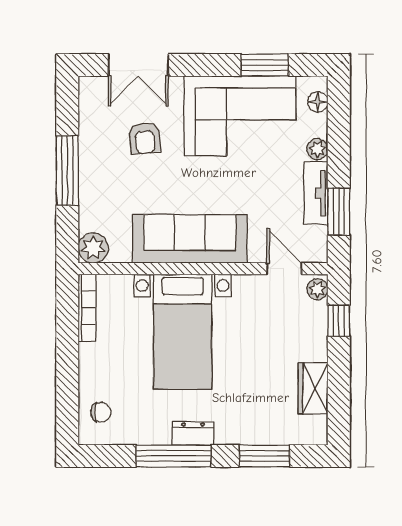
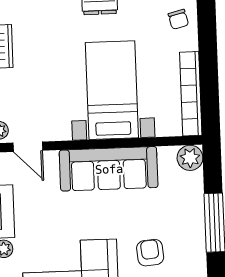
bookcase: (87, 308) -> (191, 94), width x1.48, depth x1.31
chair: (101, 412) -> (178, 19), turned -104

